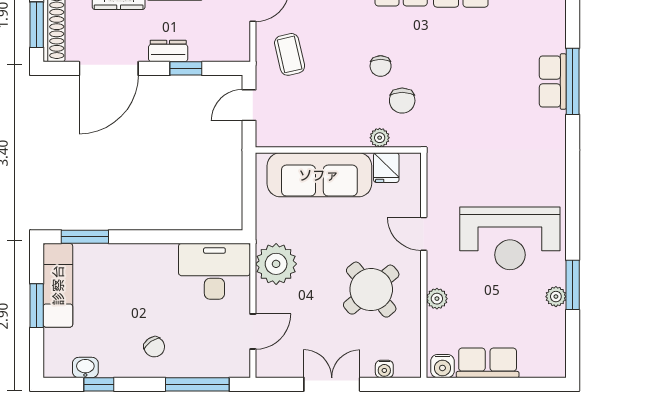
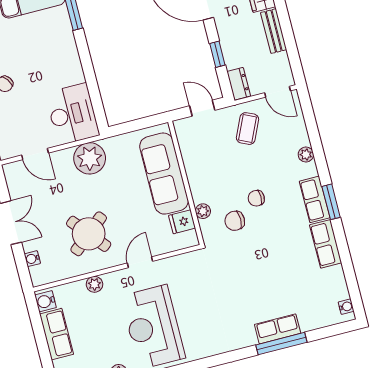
dresser: (168, 51) -> (239, 84), moved
coffee table: (290, 54) -> (248, 129), turned -52

